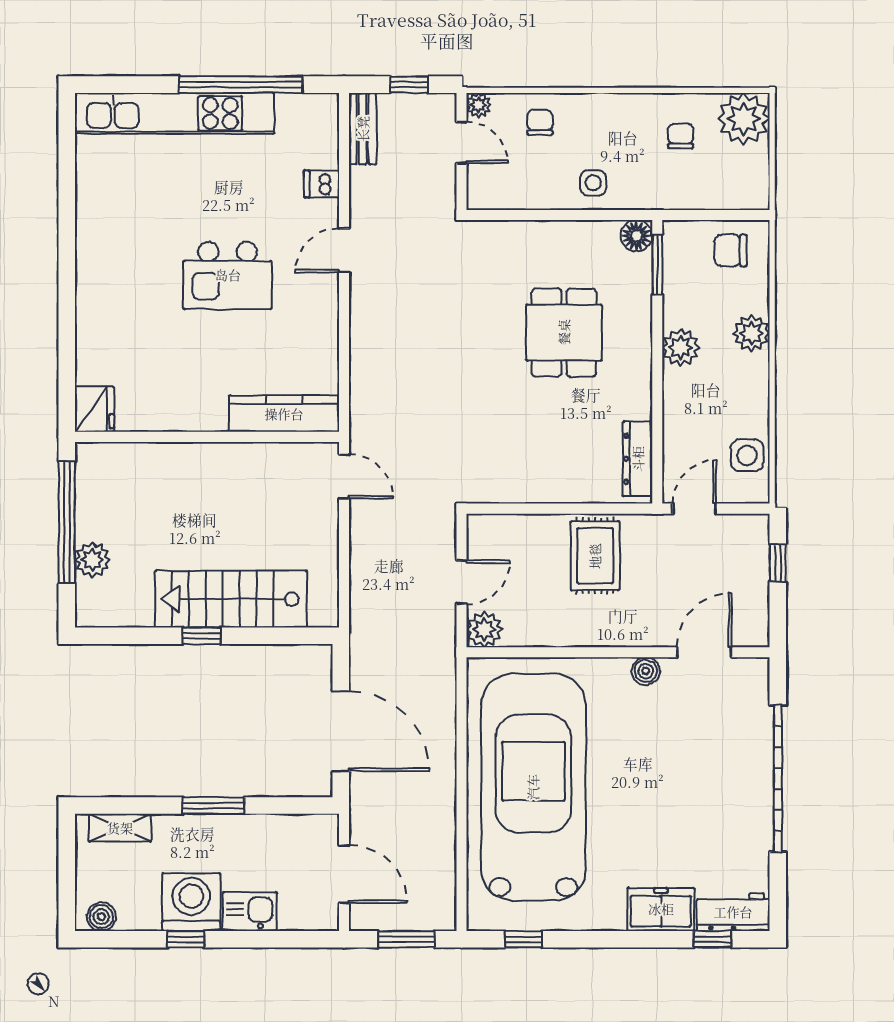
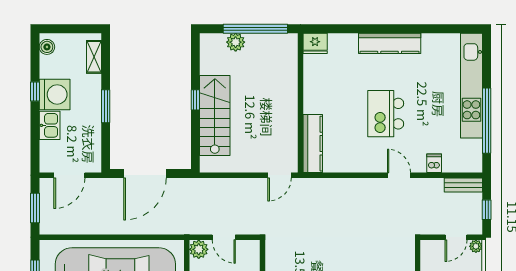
kitchen counter: (95, 268) -> (390, 43), added

